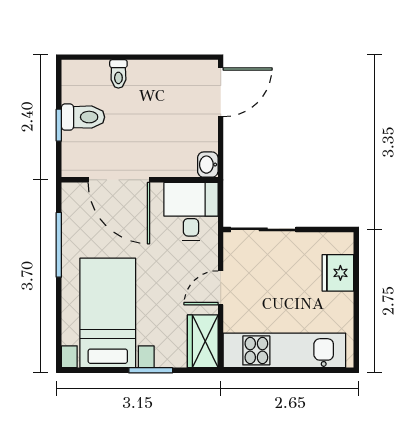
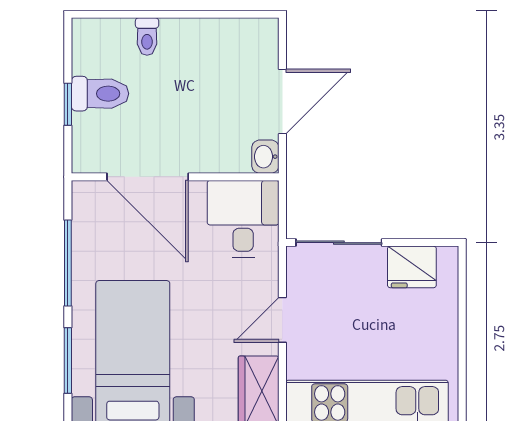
door: (221, 92) -> (282, 102), moved
fridge: (338, 273) -> (412, 267), moved, turned -90
window: (59, 318) -> (68, 361), added

